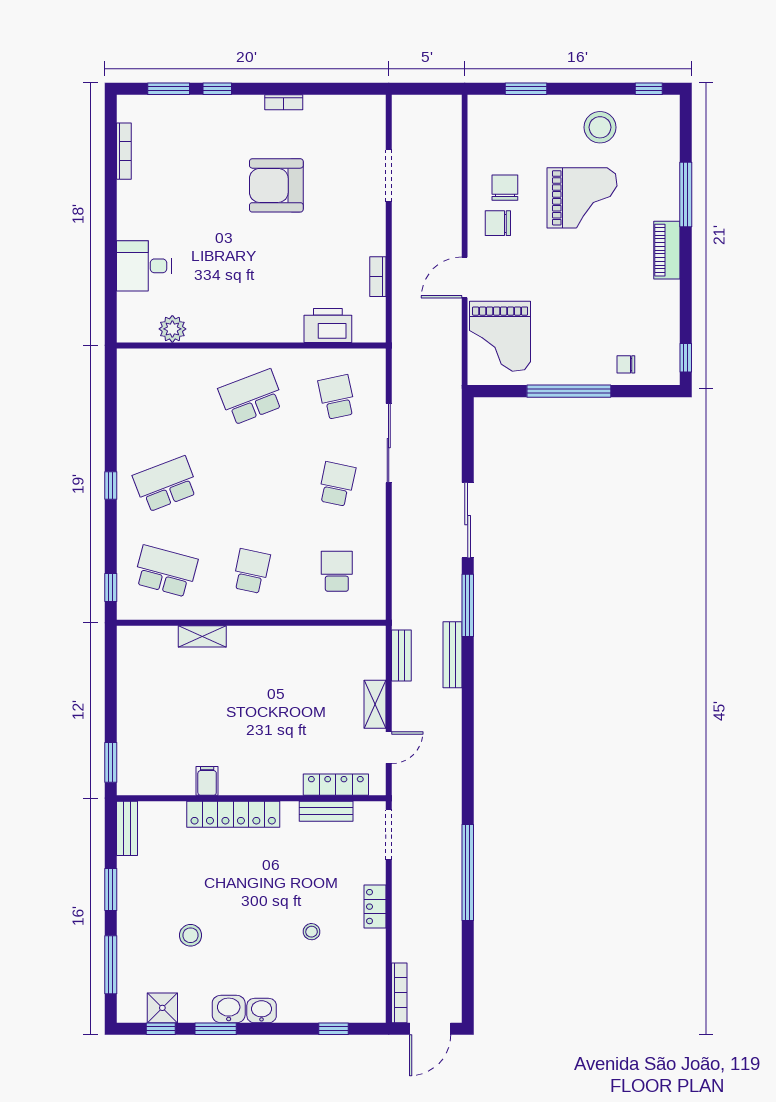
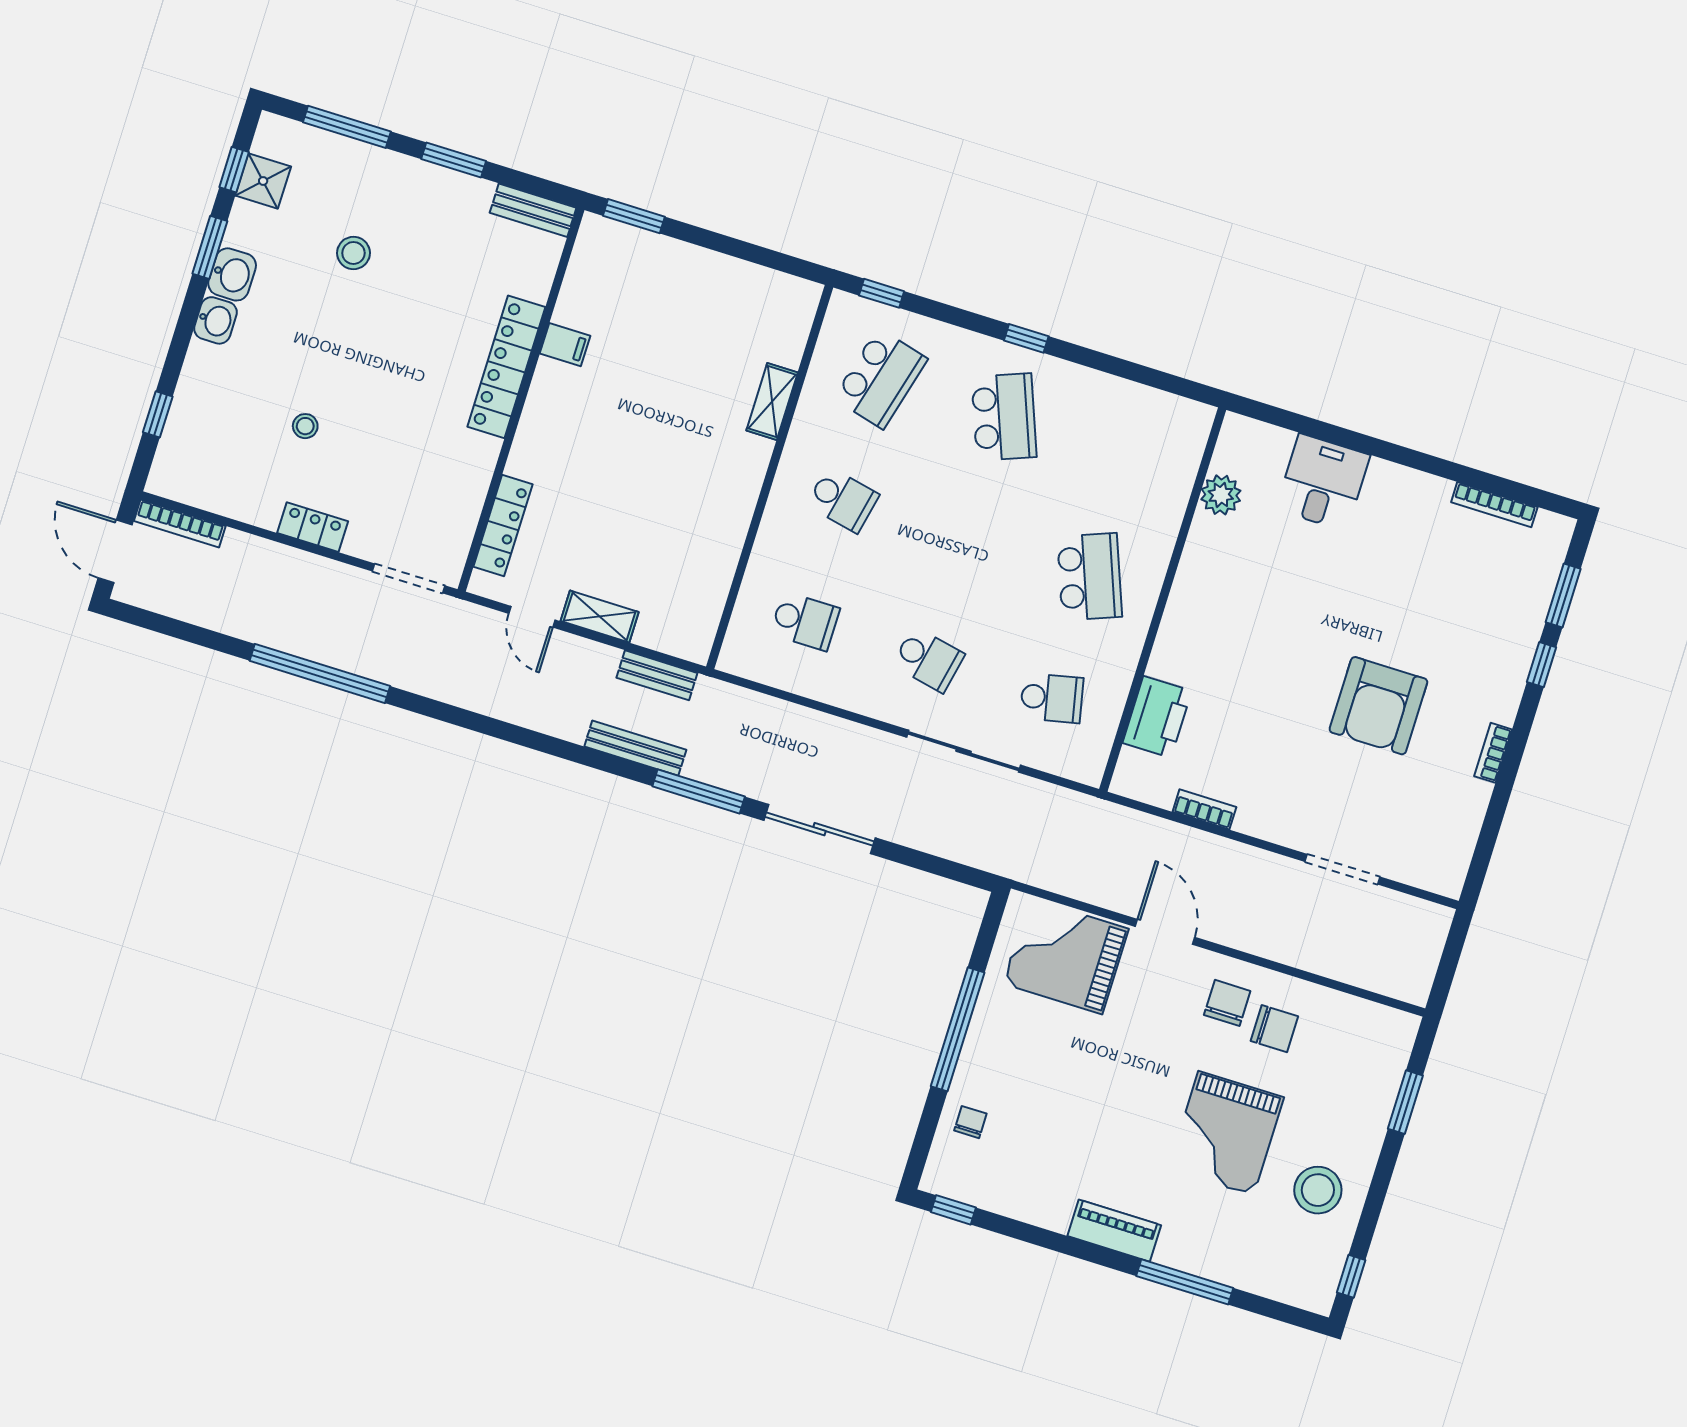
armchair: (276, 185) -> (1378, 706), turned 180
bench: (326, 811) -> (469, 500), removed

